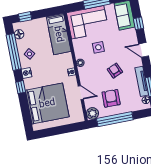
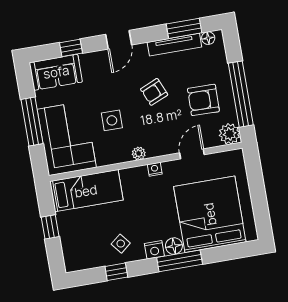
window: (25, 17) -> (50, 227), moved
floor lamp: (19, 34) -> (174, 246), moved
window: (14, 52) -> (116, 272), width x0.32
window: (21, 87) -> (180, 261), width x2.17

